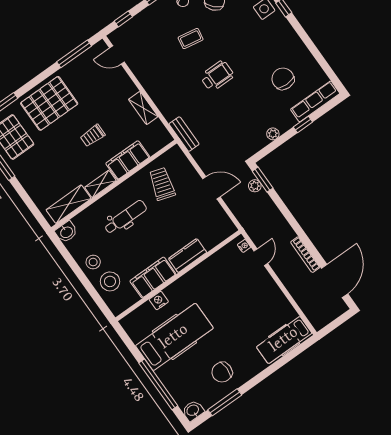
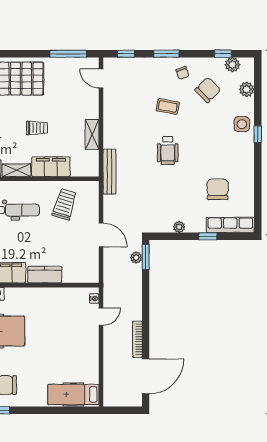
wheelchair: (217, 76) -> (168, 150), turned 90
bench: (184, 134) -> (110, 172), width x1.36
trolley: (93, 136) -> (37, 128), turned 180

